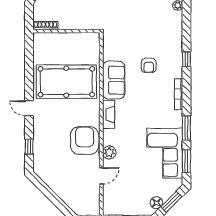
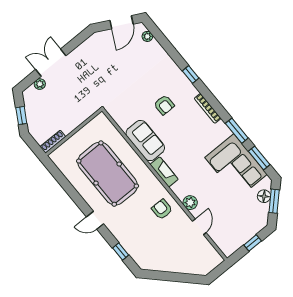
pool table: (66, 82) -> (108, 174), turned 90
armchair: (85, 140) -> (162, 209), width x0.53, depth x0.53
floor lamp: (156, 203) -> (264, 196), moved

